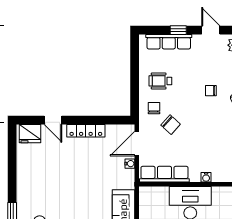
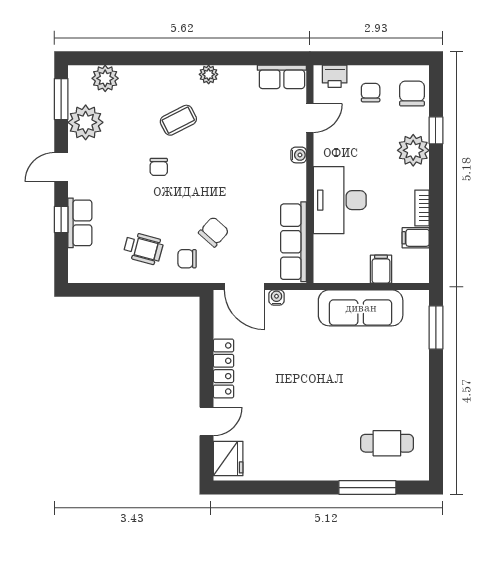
row of seats: (169, 42) -> (80, 223), width x0.68
wheelchair: (160, 81) -> (143, 248), turned -75
water cooler: (206, 177) -> (299, 155), moved

